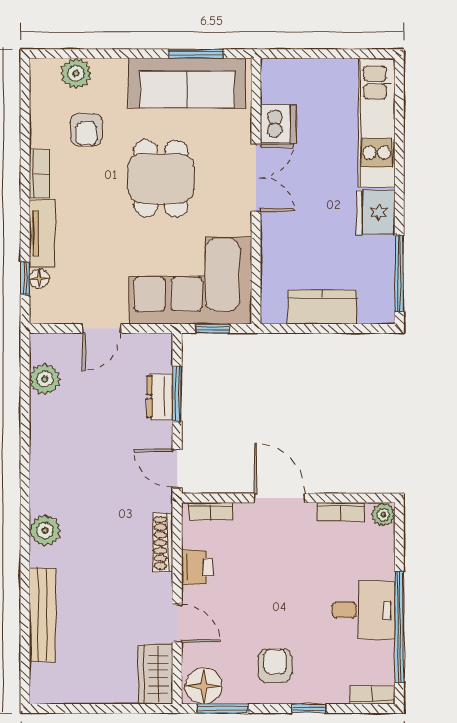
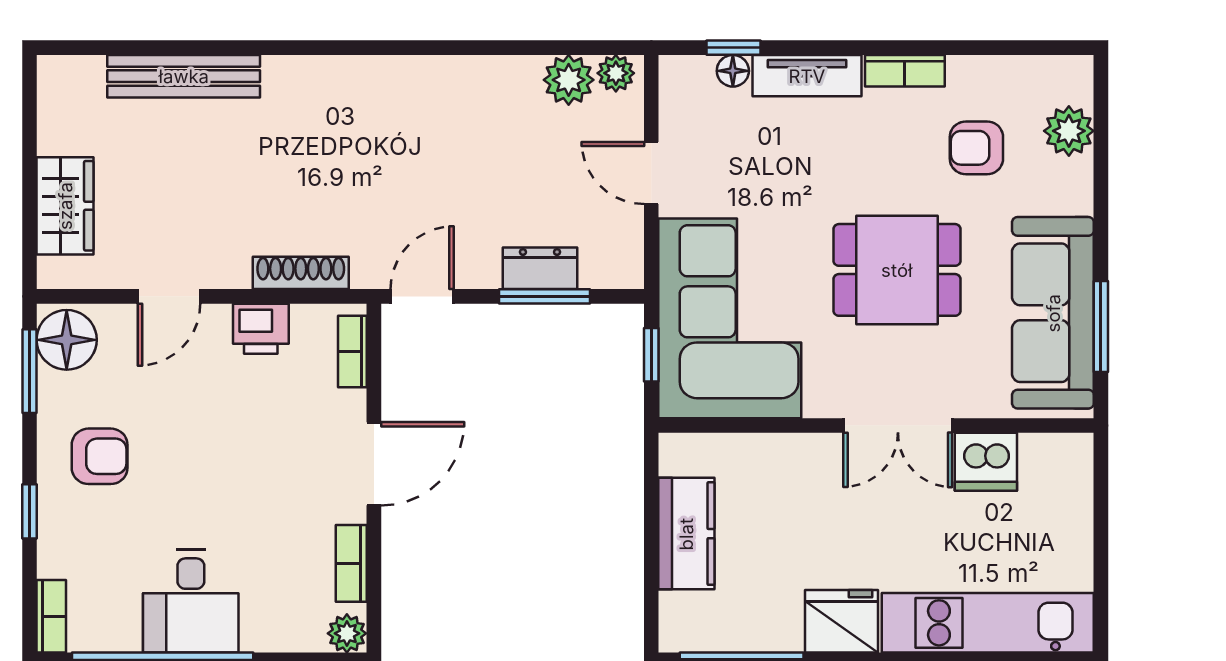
plant: (45, 531) -> (616, 73), moved, width x0.73, depth x0.73
wardrobe: (155, 674) -> (65, 206), moved, turned 90

